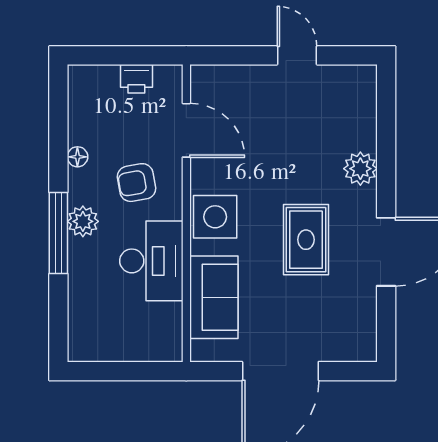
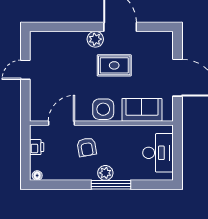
floor lamp: (77, 157) -> (37, 176), moved
plant: (360, 169) -> (95, 39), moved
desk: (151, 261) -> (158, 153), moved, turned 90

